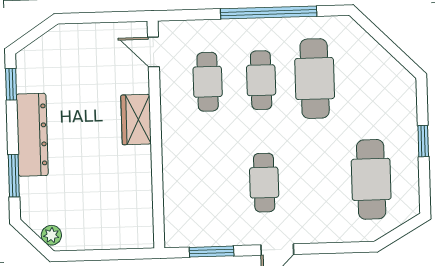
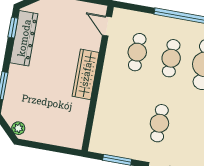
wardrobe: (136, 120) -> (86, 74), width x1.50
dresser: (32, 135) -> (24, 38), moved

